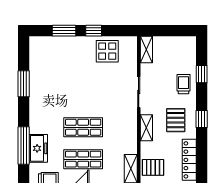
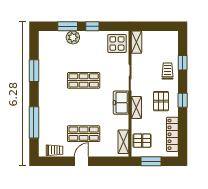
plant: (70, 44) -> (73, 37), added
display table: (107, 51) -> (117, 43), moved
shop shelf: (83, 127) -> (84, 80), moved
freezer: (38, 148) -> (121, 103), moved, turned 180

